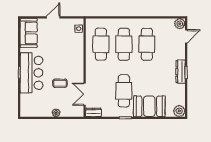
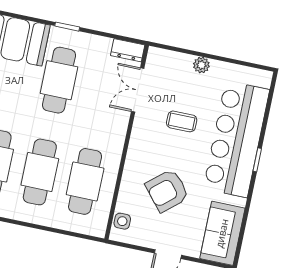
armchair: (60, 48) -> (167, 191), added
bar counter: (31, 73) -> (236, 139), width x1.36
double door: (85, 94) -> (138, 90), swing flipped

